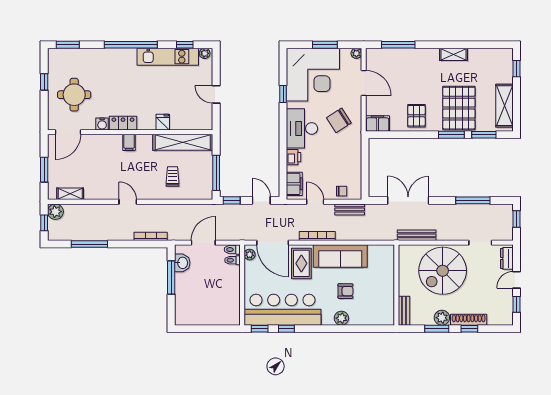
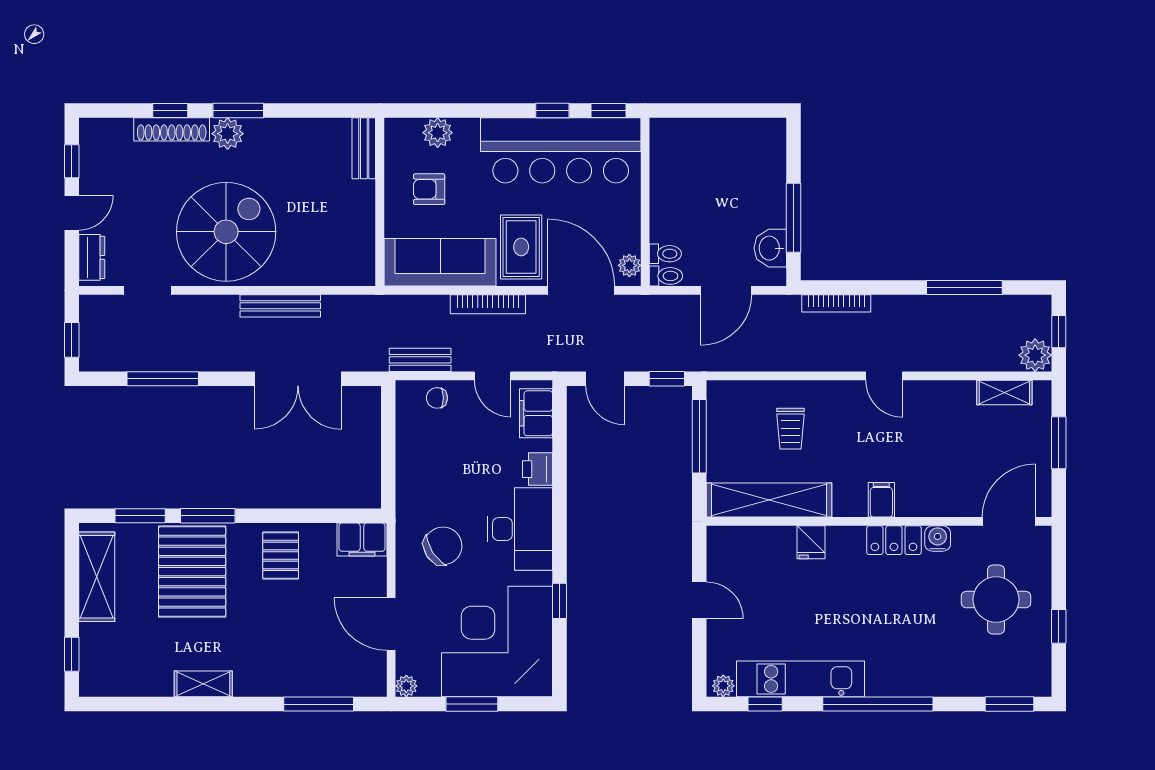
wall: (396, 285) -> (380, 202), moved
bench: (404, 311) -> (364, 148), moved

